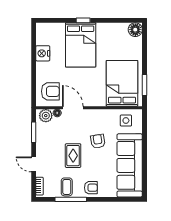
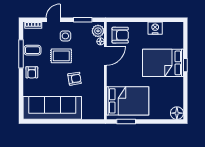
armchair: (50, 91) -> (120, 35), turned -90
side table: (126, 121) -> (65, 36), moved

